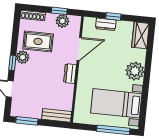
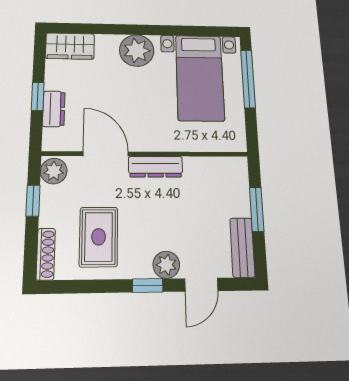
plant: (62, 21) -> (54, 171), moved
plant: (23, 57) -> (166, 265), moved
dresser: (70, 74) -> (155, 167), width x1.44
bench: (57, 115) -> (242, 247), moved
window: (27, 121) -> (257, 209), moved

